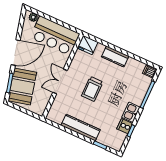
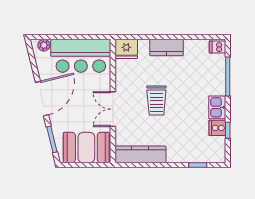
booth: (22, 87) -> (86, 148), moved, turned -76
kitchen counter: (81, 128) -> (140, 154), moved

